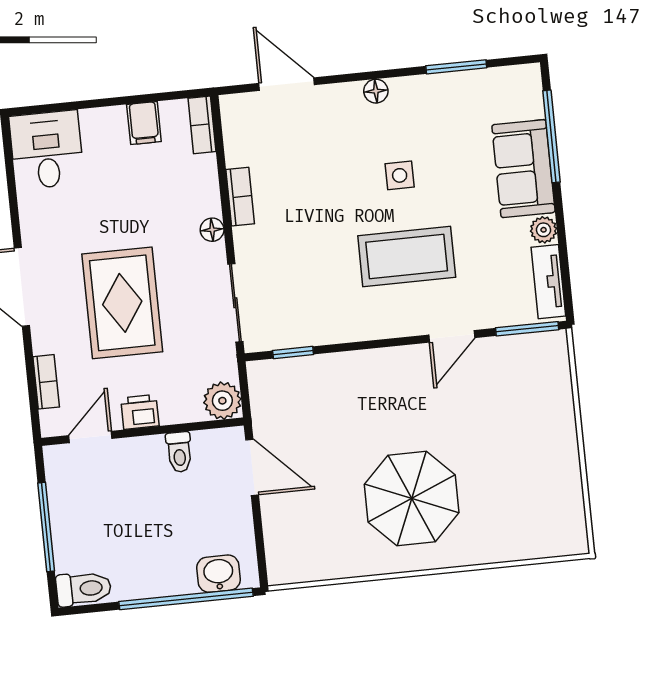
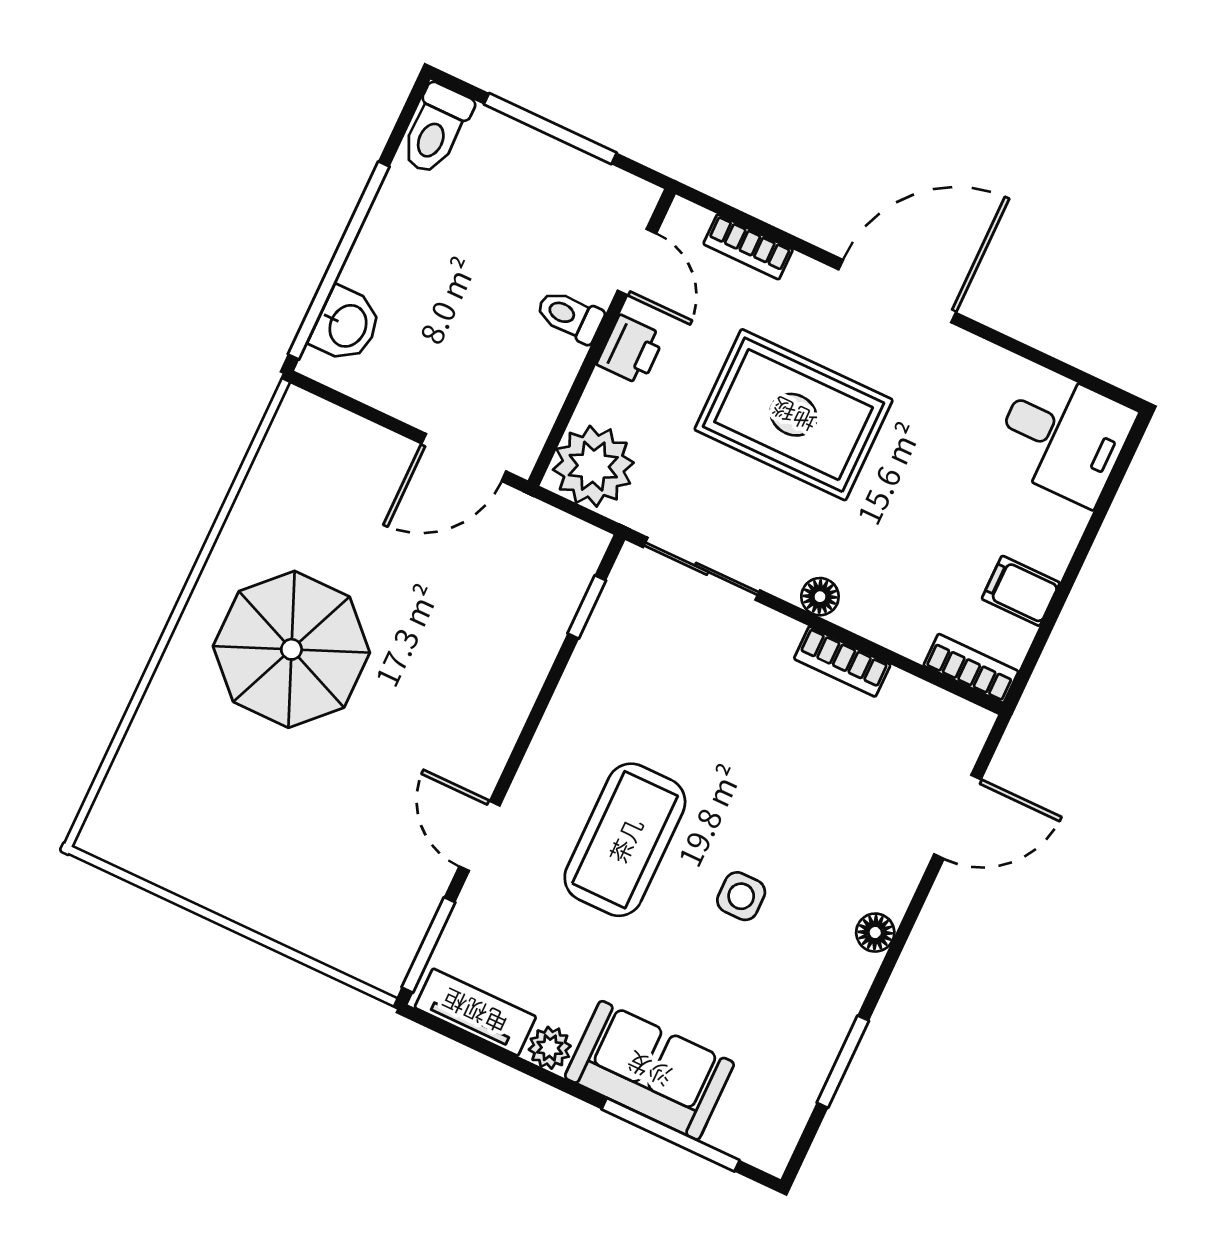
plant: (222, 401) -> (593, 466), width x1.36, depth x1.36
toilet: (179, 452) -> (570, 316), moved

